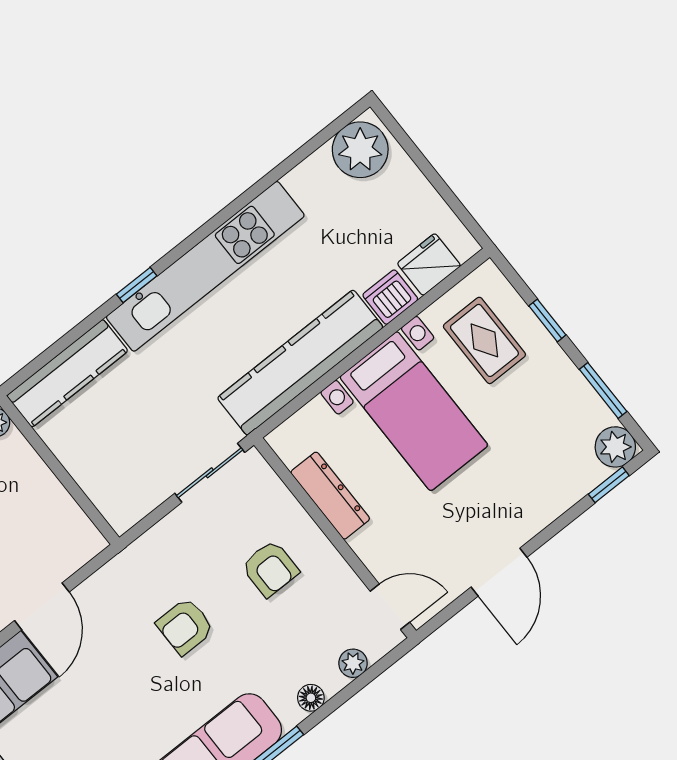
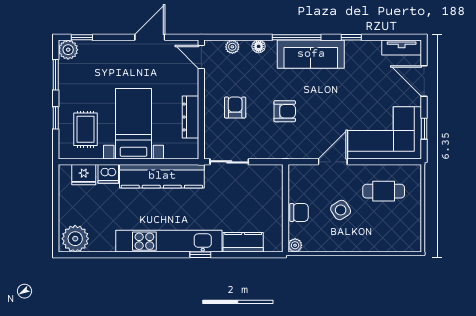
kitchen counter: (67, 373) -> (243, 242), width x0.67
chair: (31, 481) -> (299, 212), added

